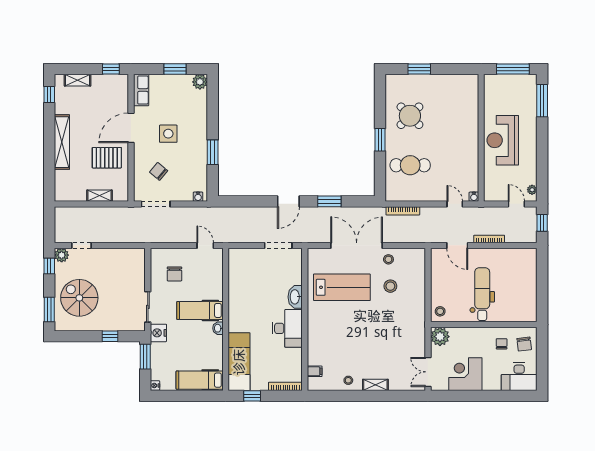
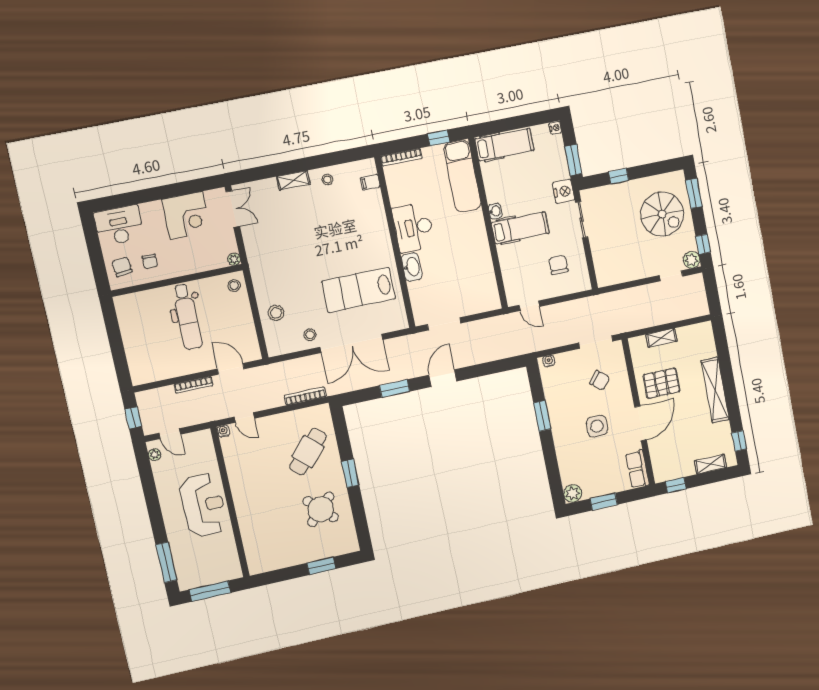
cafe table: (410, 165) -> (308, 452), turned -47
stool: (390, 286) -> (276, 313), moved
plant: (440, 337) -> (234, 259), width x0.53, depth x0.53

